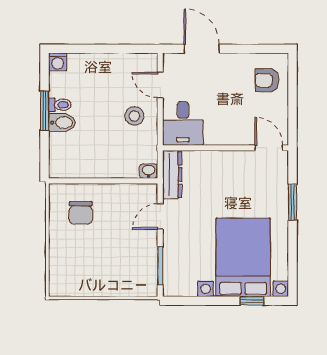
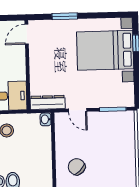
chair: (81, 213) -> (77, 167), turned -135

